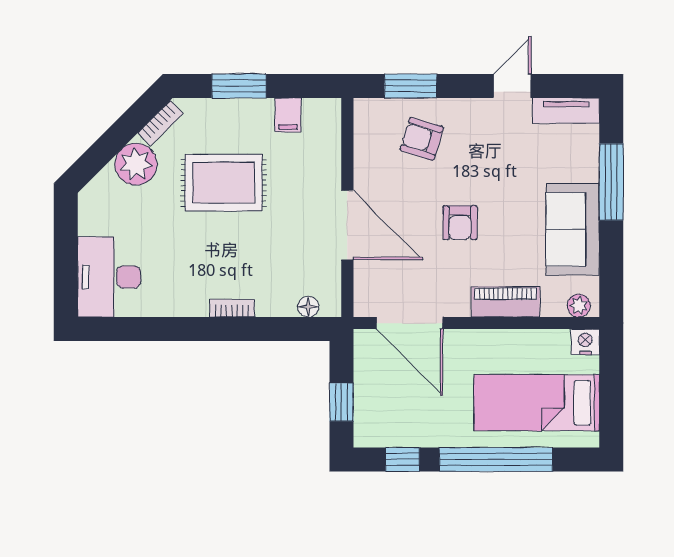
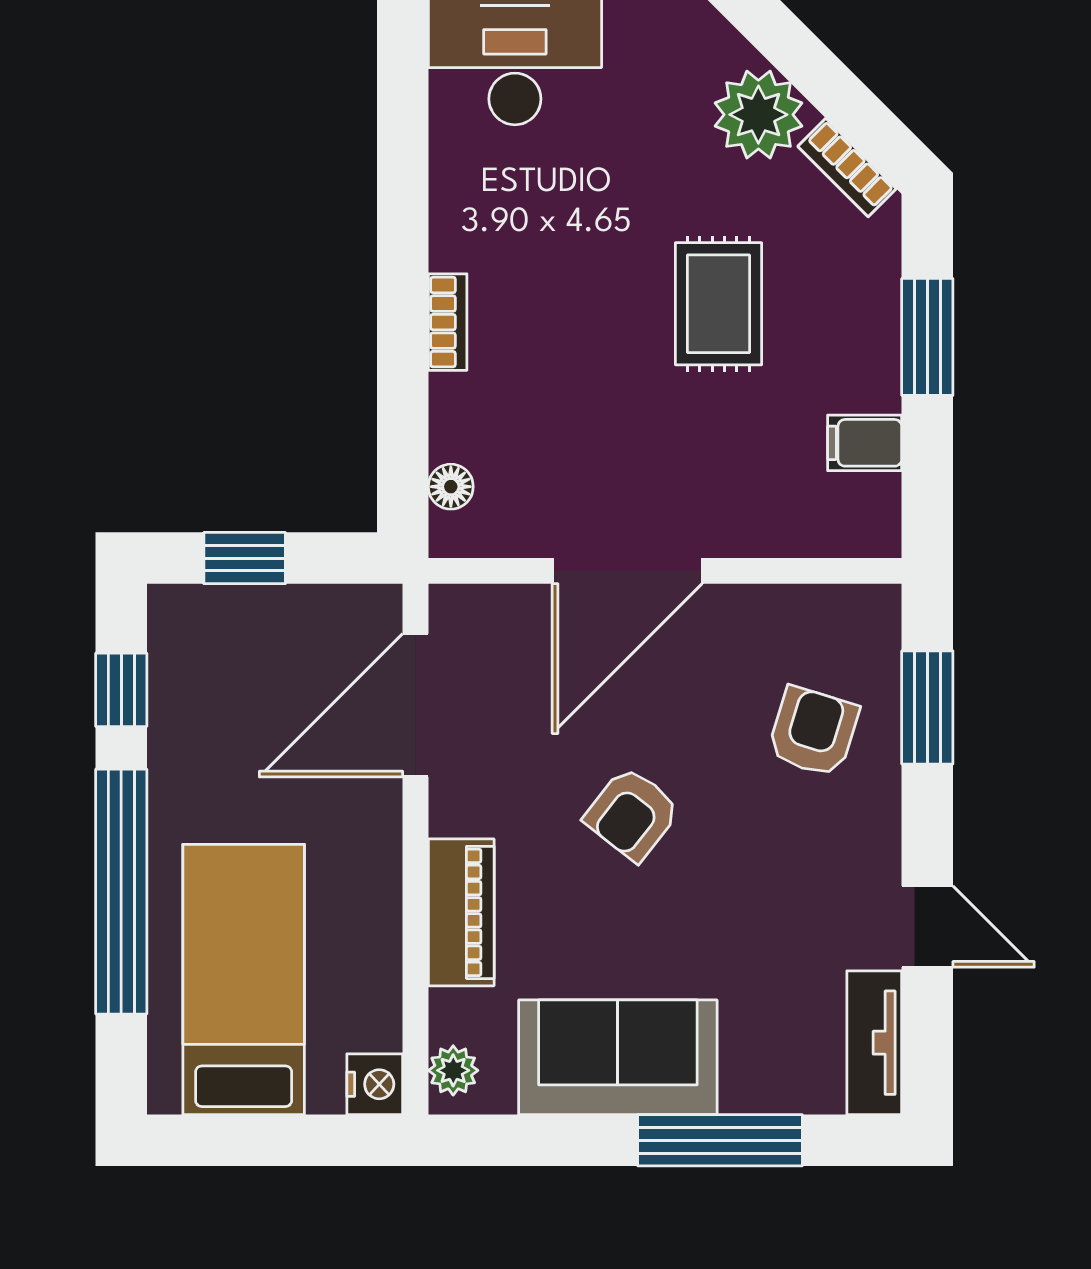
rug: (224, 183) -> (718, 304), width x0.73, depth x0.70
armchair: (460, 223) -> (632, 814), turned -52

